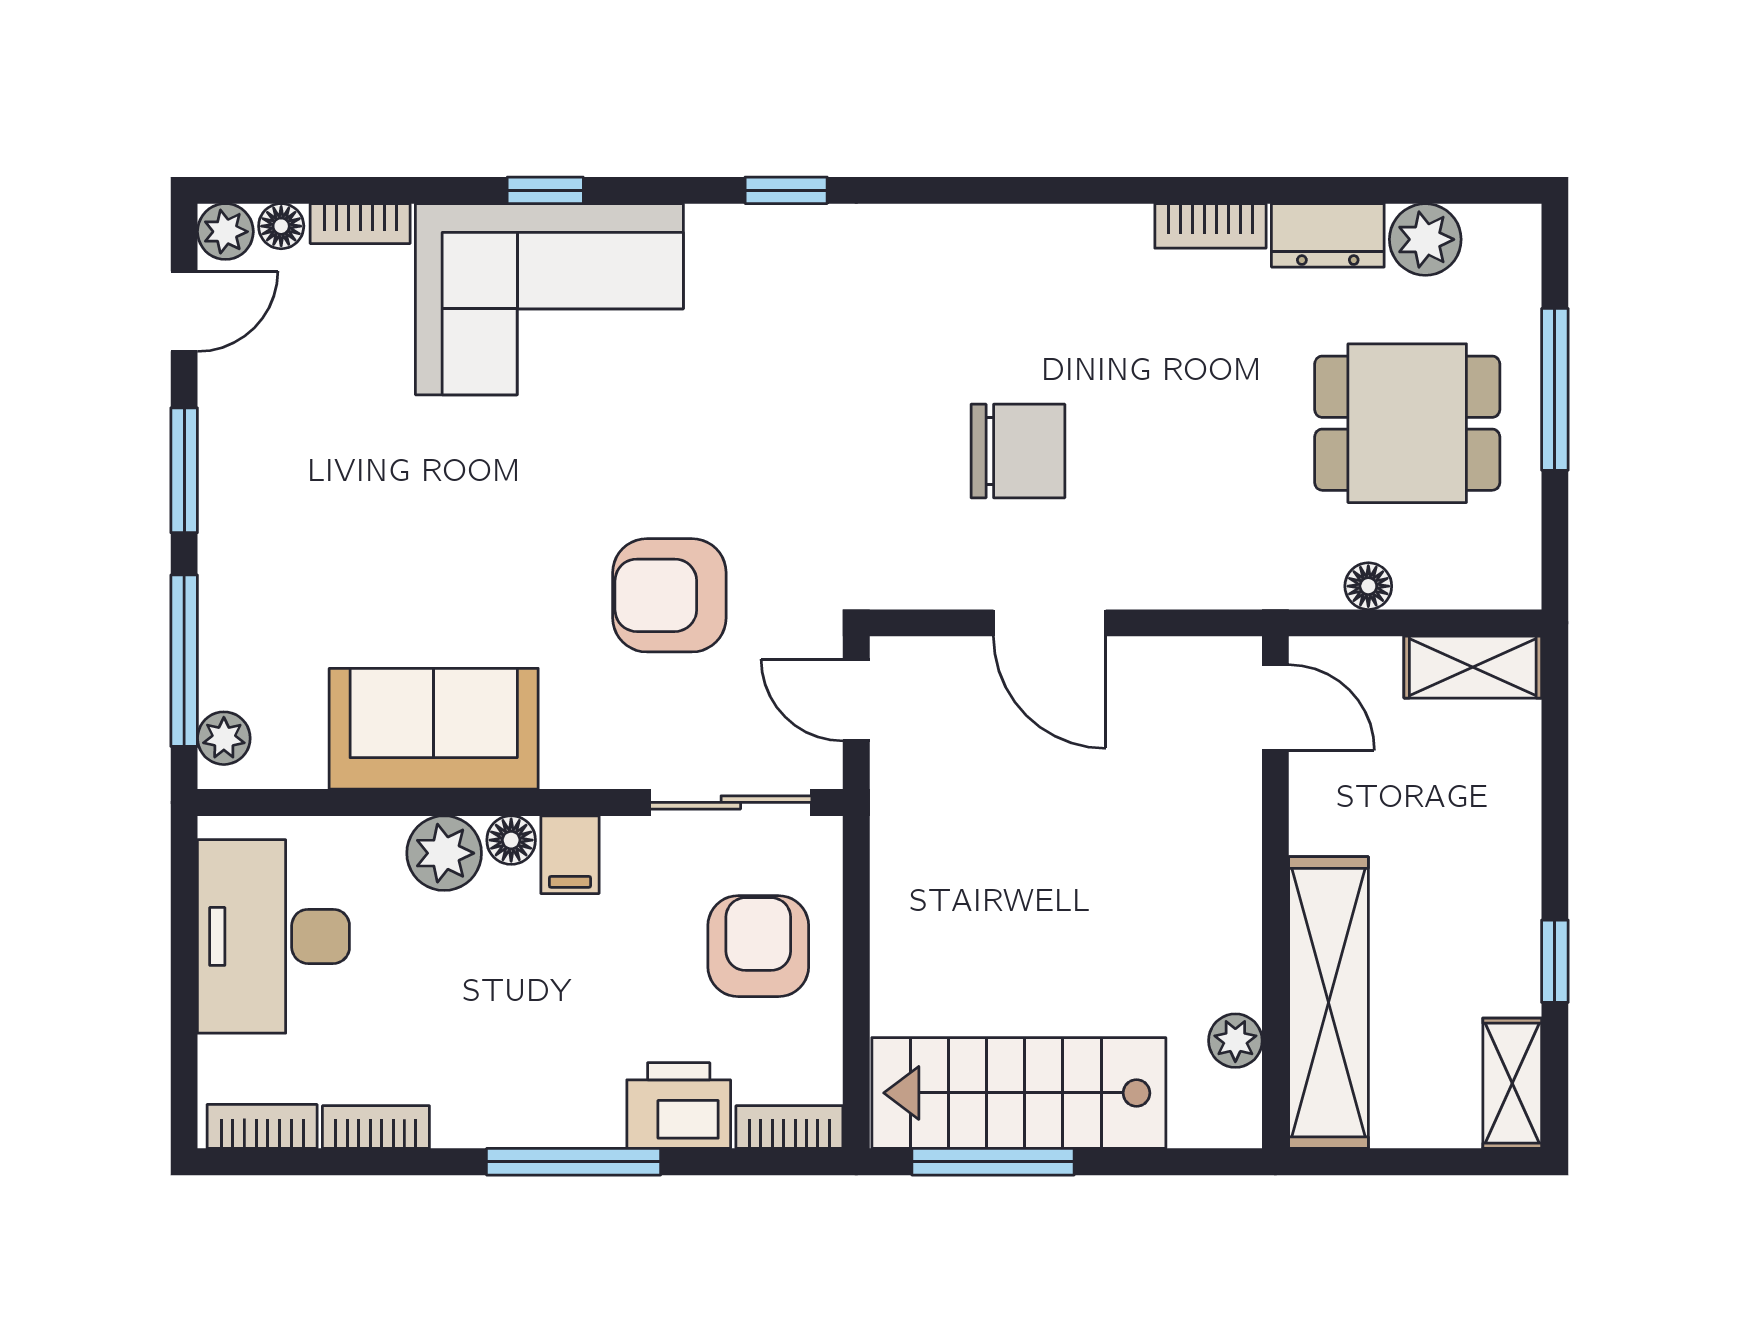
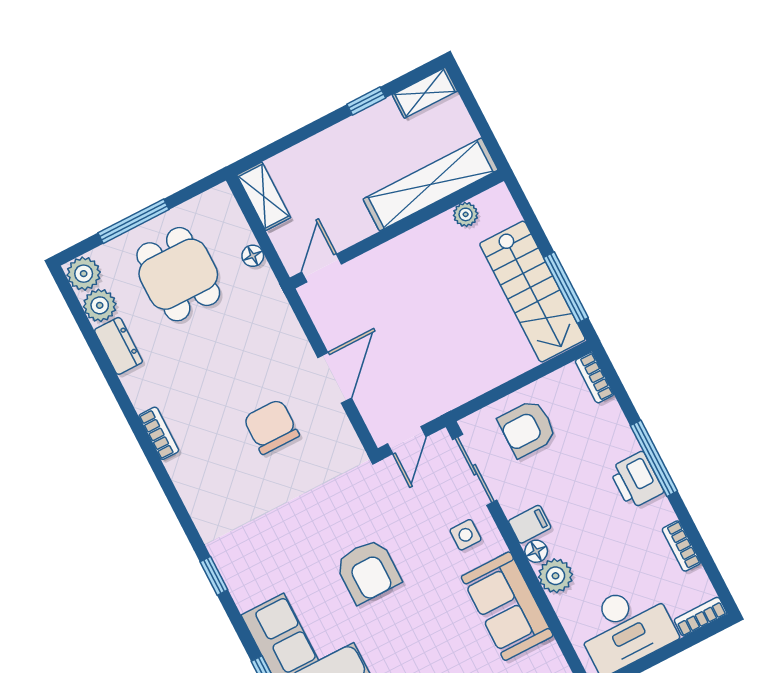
bookcase: (1210, 226) -> (159, 433), moved
plant: (1503, 240) -> (84, 274), added
armchair: (669, 595) -> (368, 571), moved
side table: (614, 720) -> (466, 535), added
printer: (679, 1106) -> (636, 480), moved
bookcase: (262, 1126) -> (701, 617), moved, turned 90

